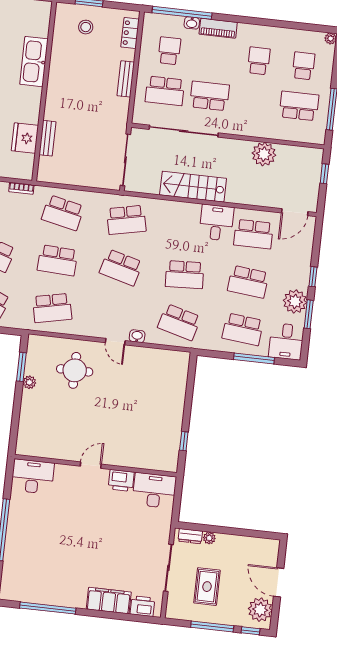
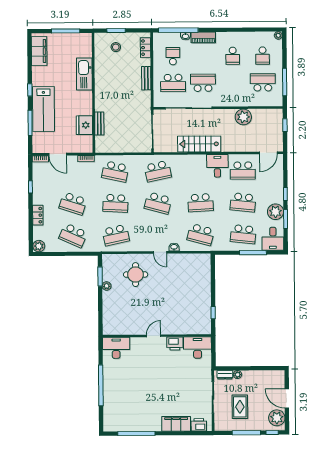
school desk: (259, 61) -> (233, 56), turned 180
school desk: (303, 66) -> (263, 56), turned 180

